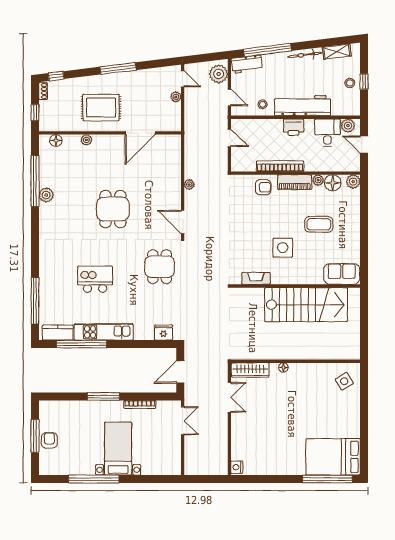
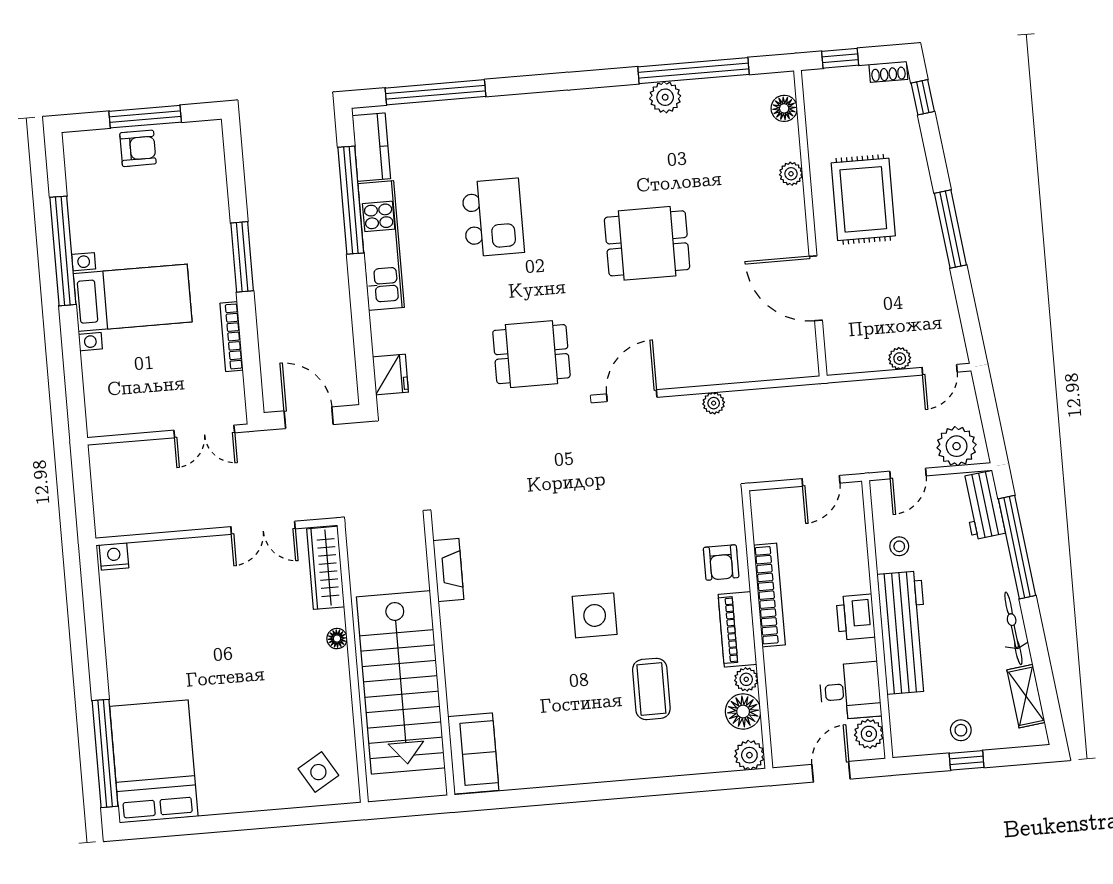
sofa: (342, 274) -> (473, 754), moved
fireplace: (256, 278) -> (448, 570), moved
wall: (295, 286) -> (439, 656), moved
stairs: (306, 305) -> (401, 682), moved

